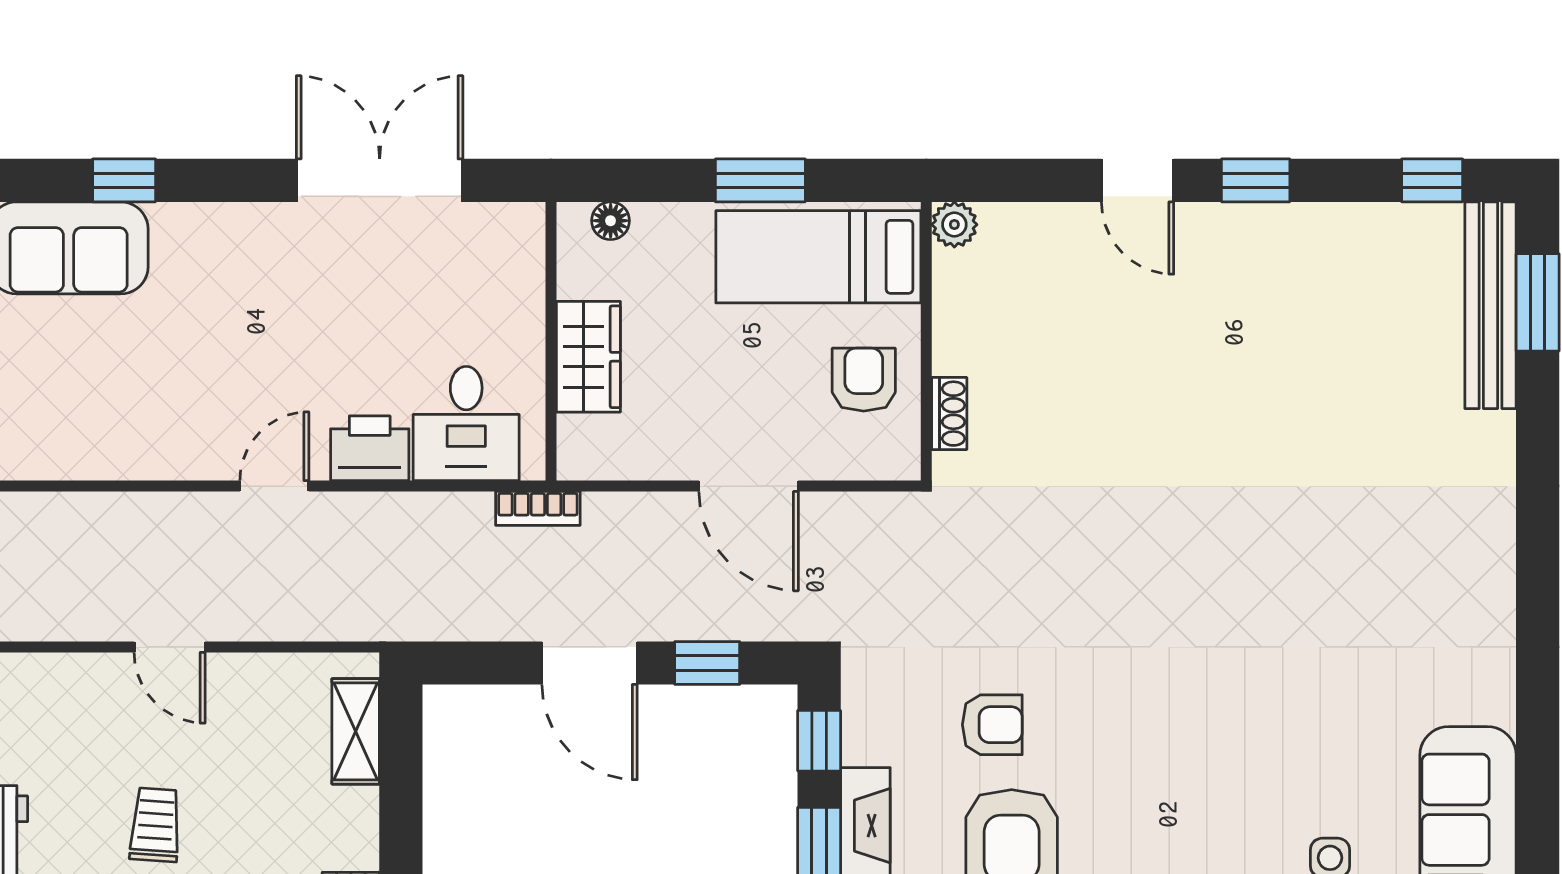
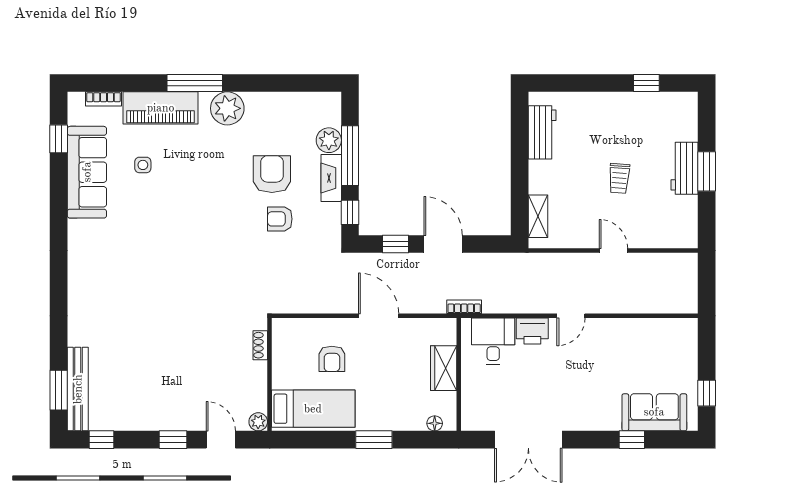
plant: (954, 225) -> (258, 422), moved
bed: (818, 257) -> (313, 409), moved
wall: (926, 341) -> (270, 374), moved
shoe rack: (949, 414) -> (260, 345), moved

